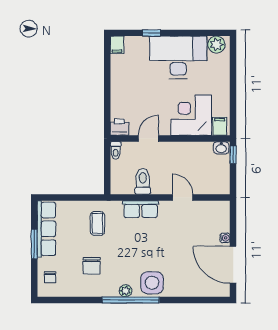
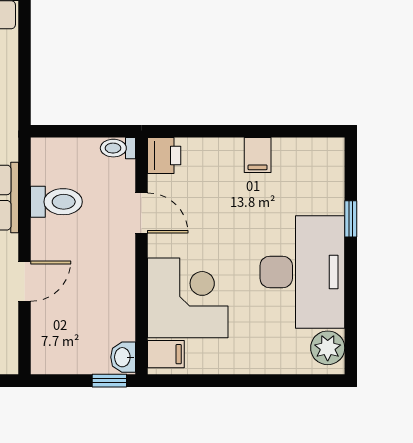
filing cabinet: (117, 45) -> (258, 155), moved, turned -90

